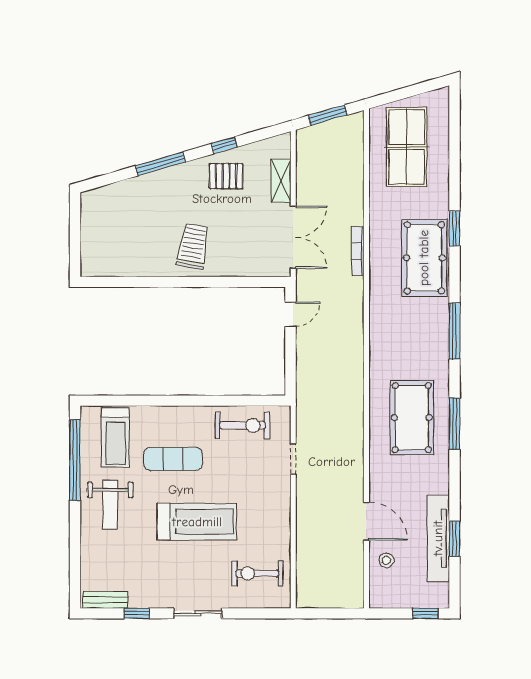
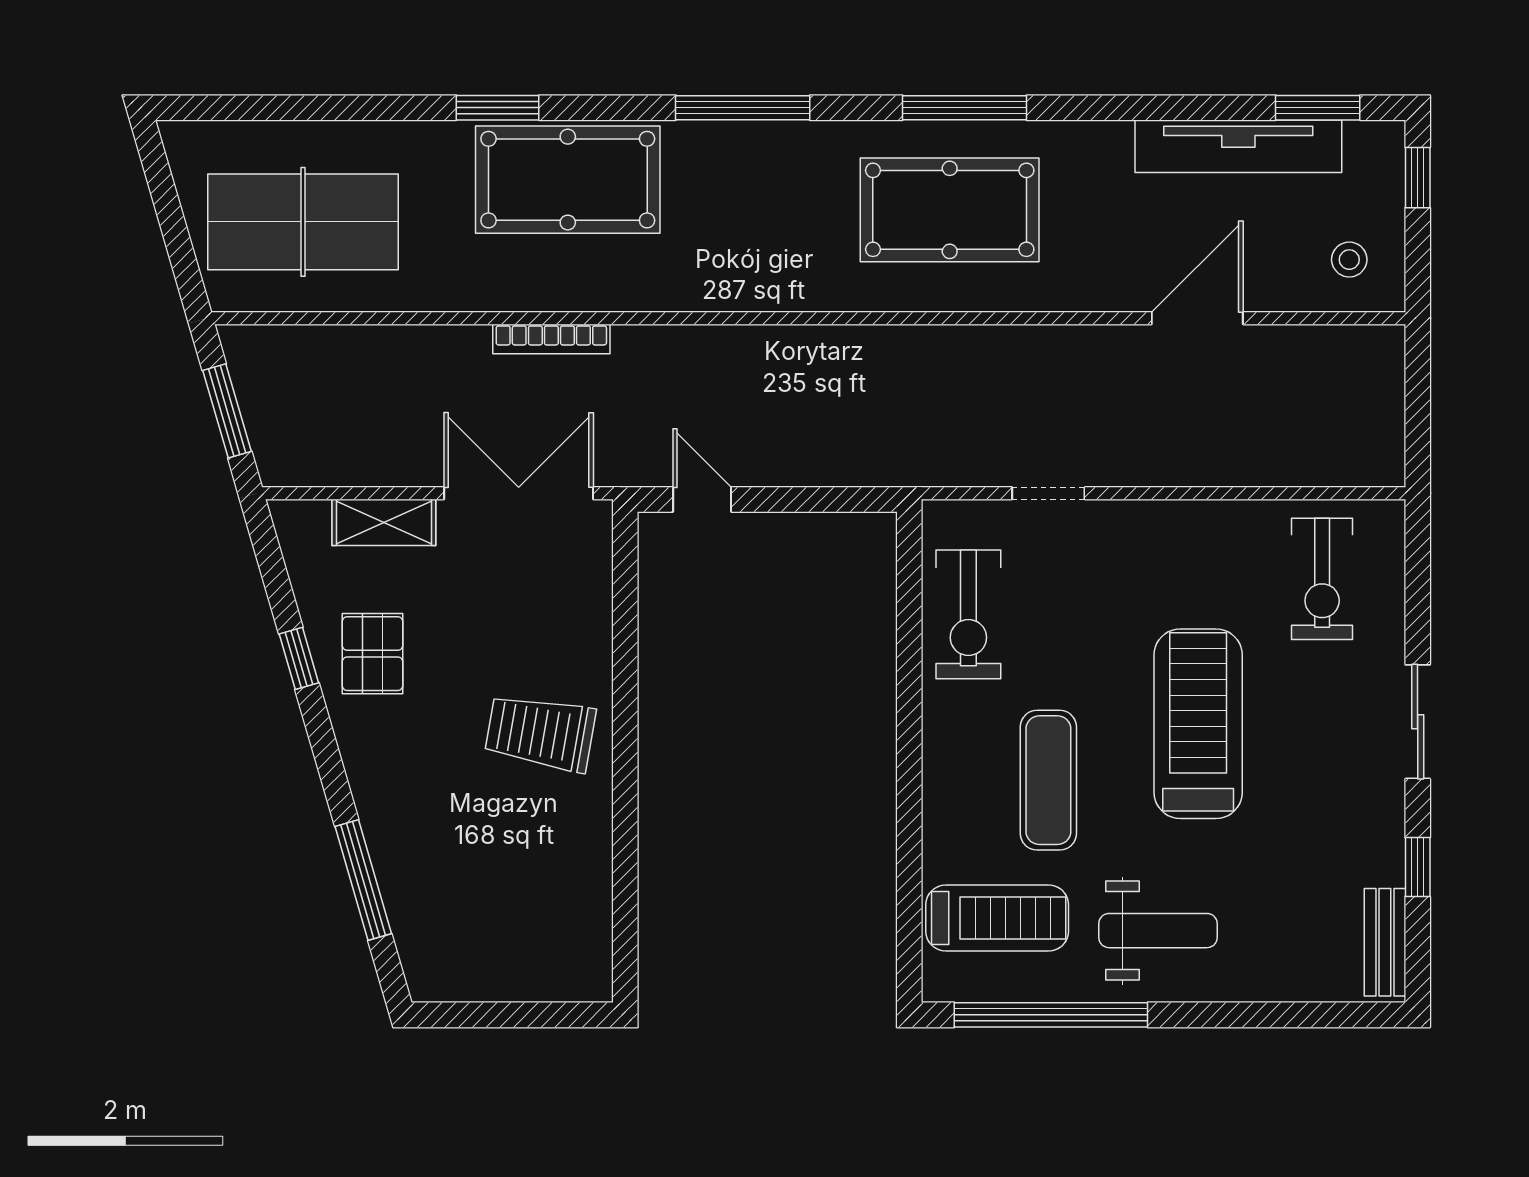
window: (160, 164) -> (363, 880), moved
exercise bike: (243, 425) -> (968, 614), turned 180
window: (454, 538) -> (1318, 108), moved
stool: (386, 560) -> (1349, 260), moved

